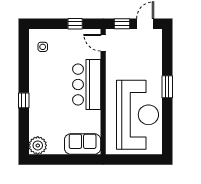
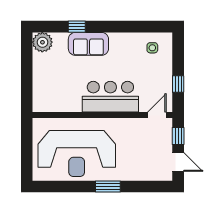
window: (24, 100) -> (77, 27), moved
sofa: (83, 144) -> (88, 44), moved, turned 90

